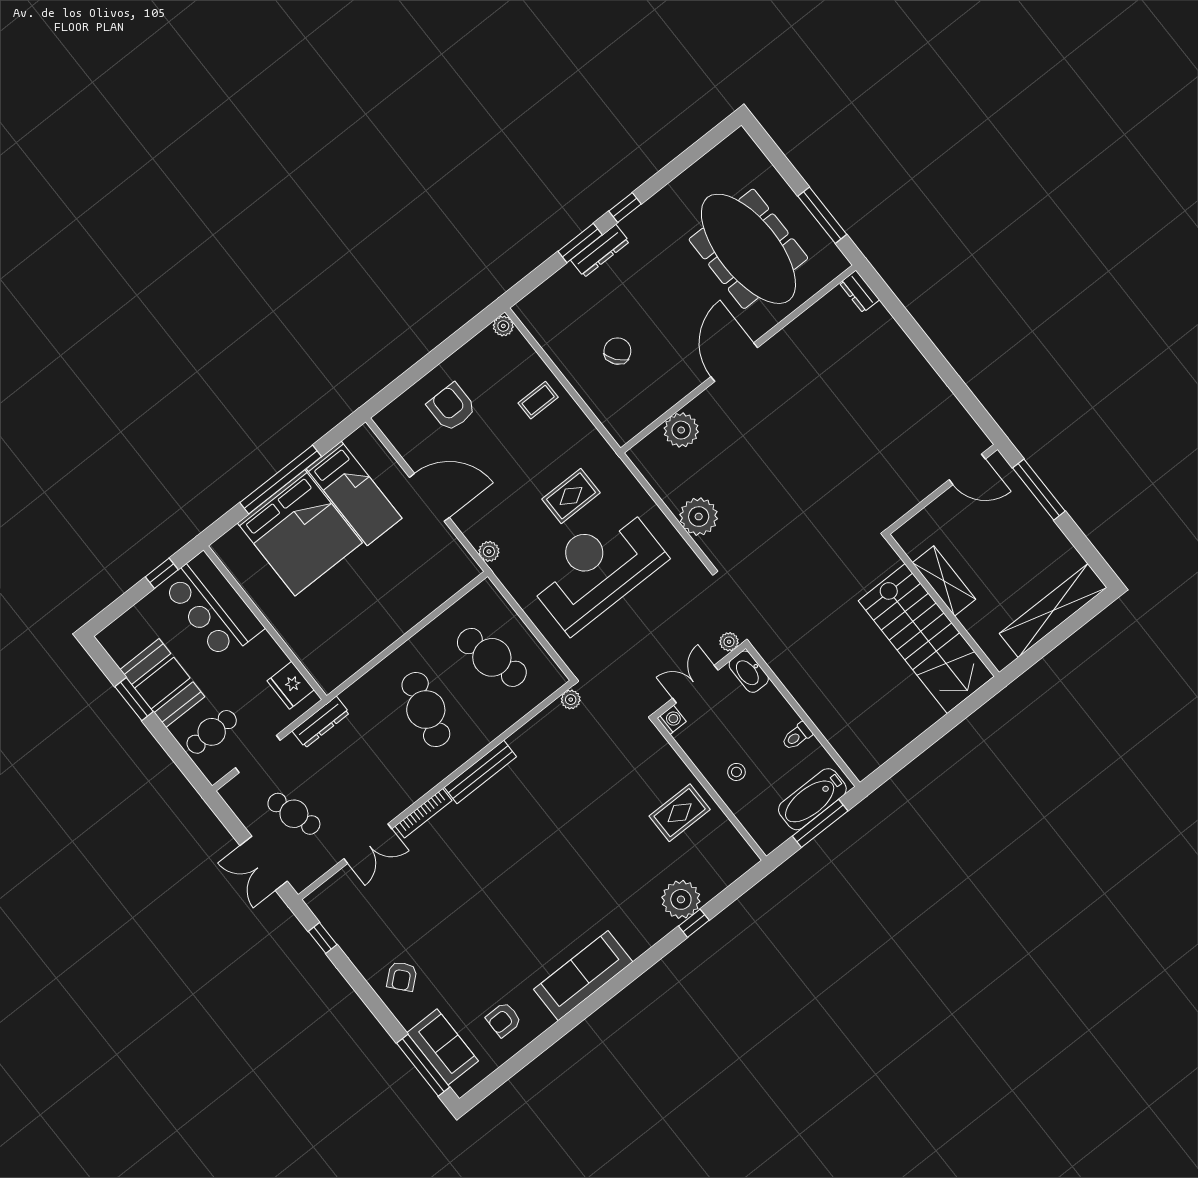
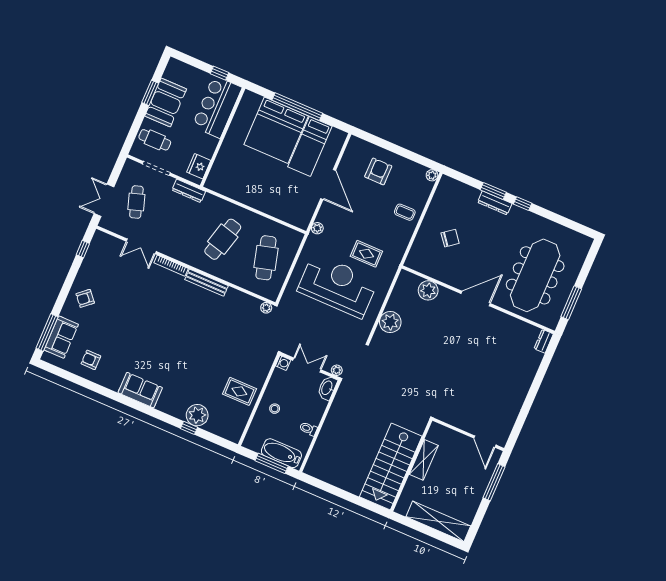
sofa: (583, 976) -> (140, 390), width x0.73

